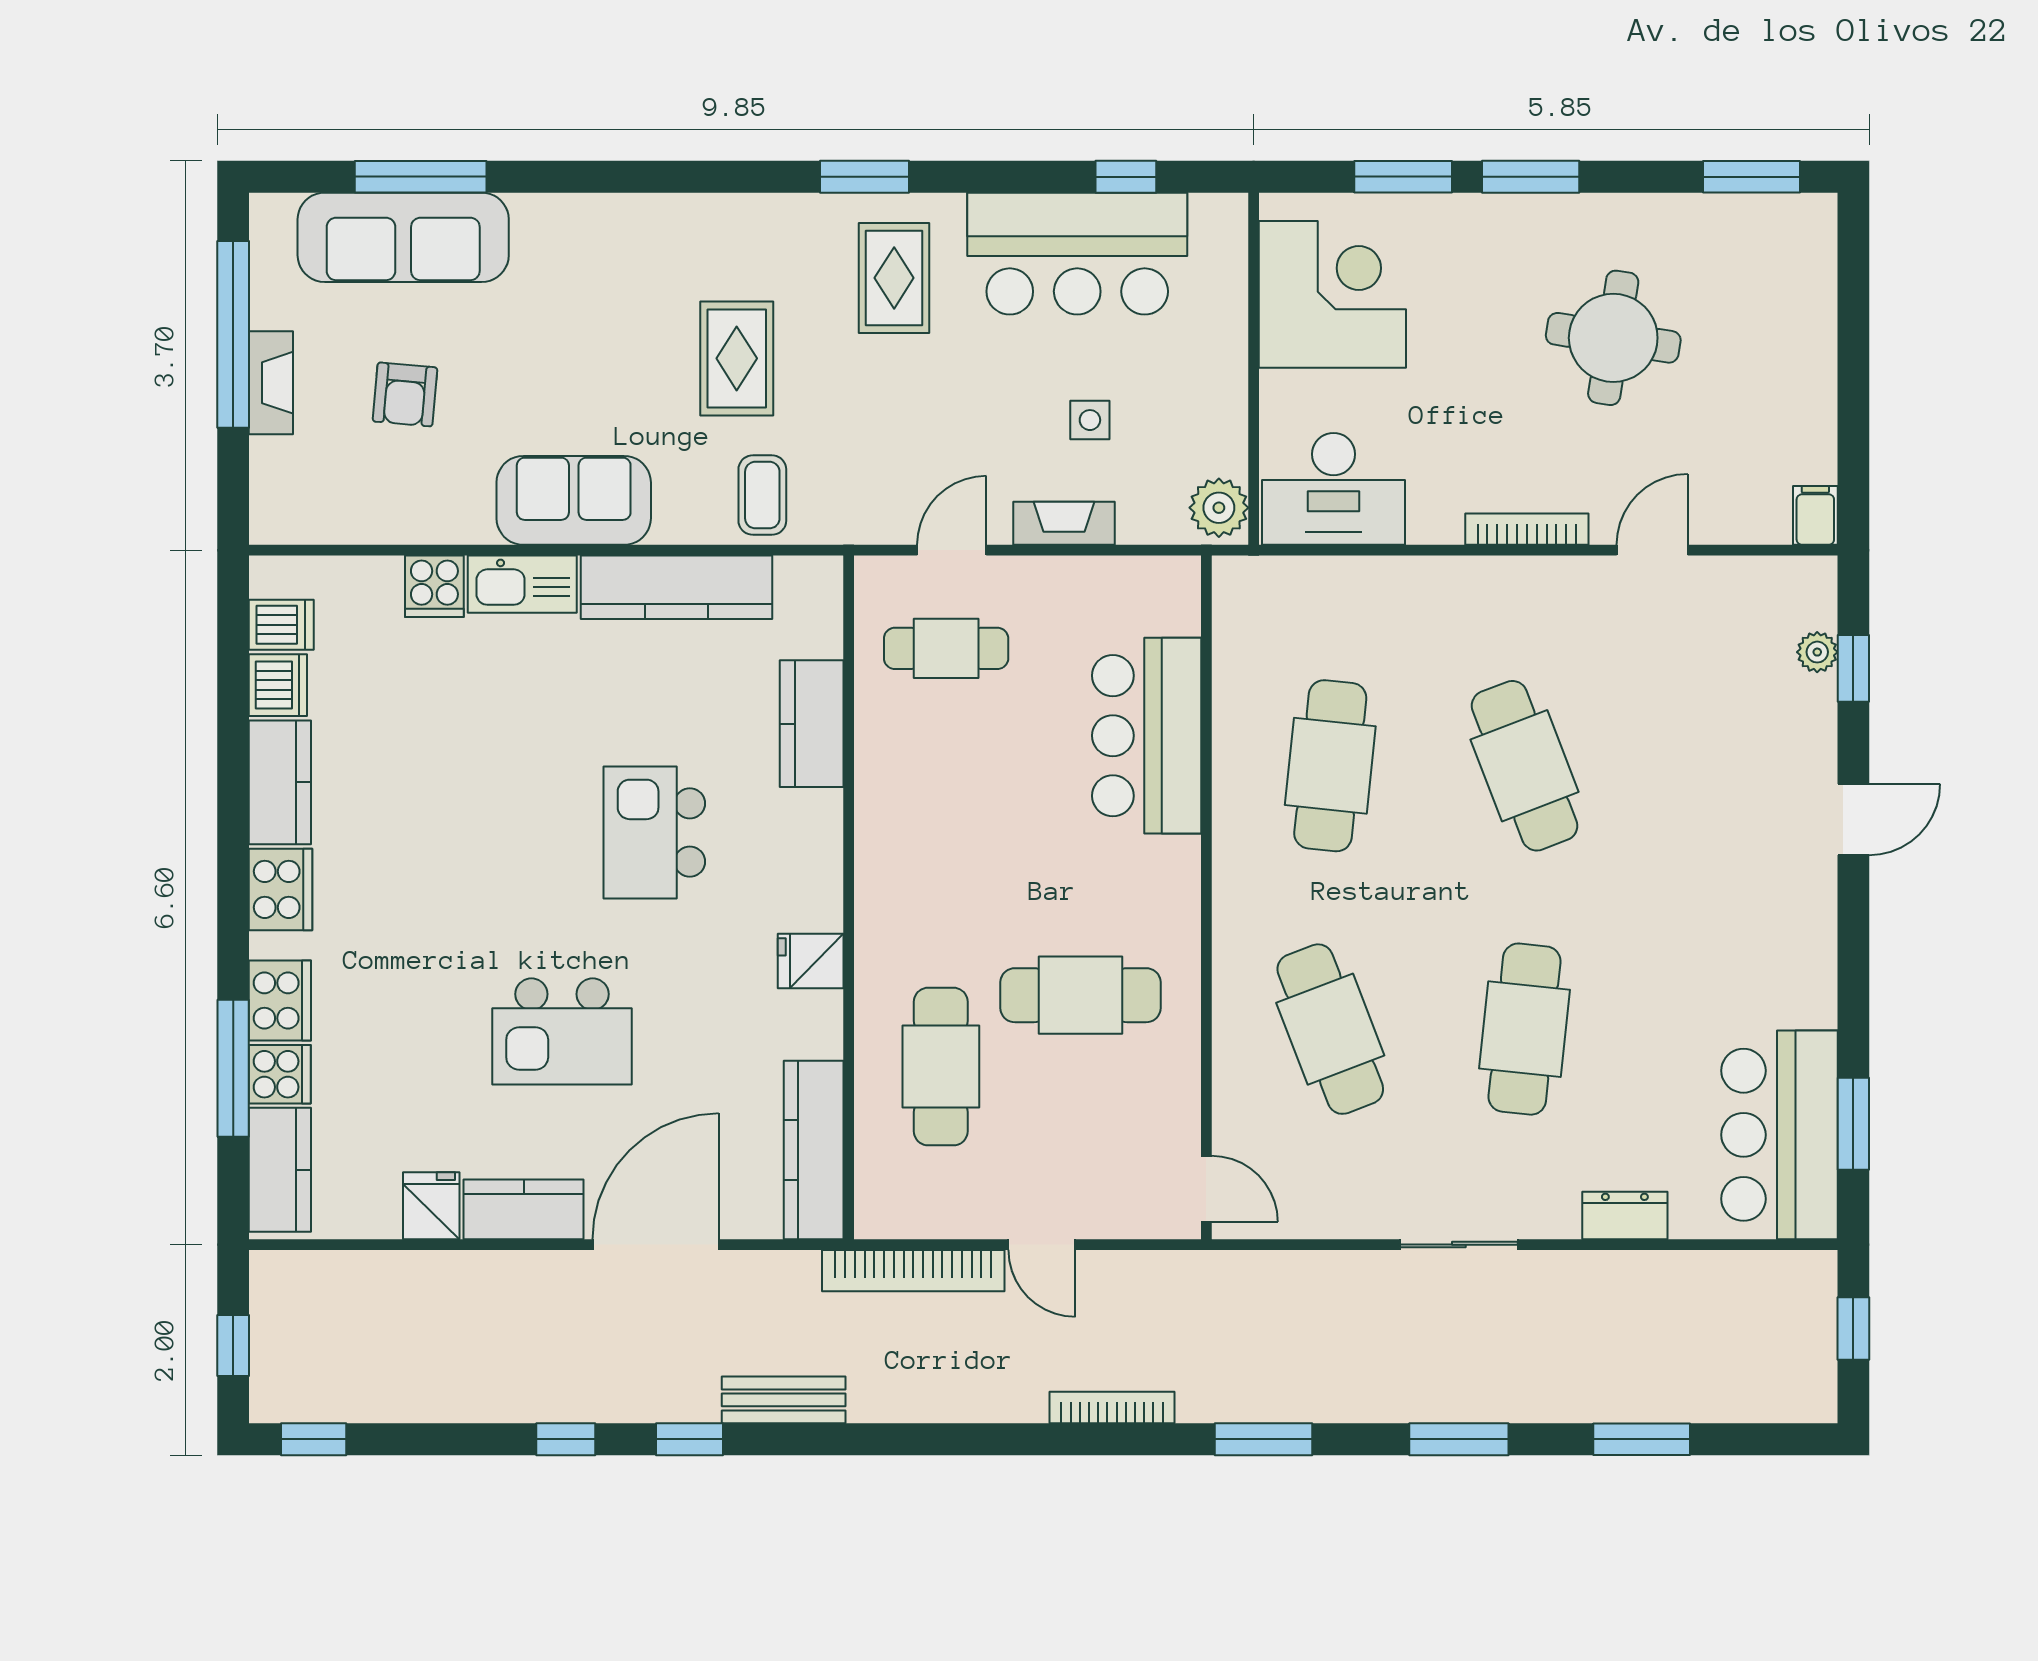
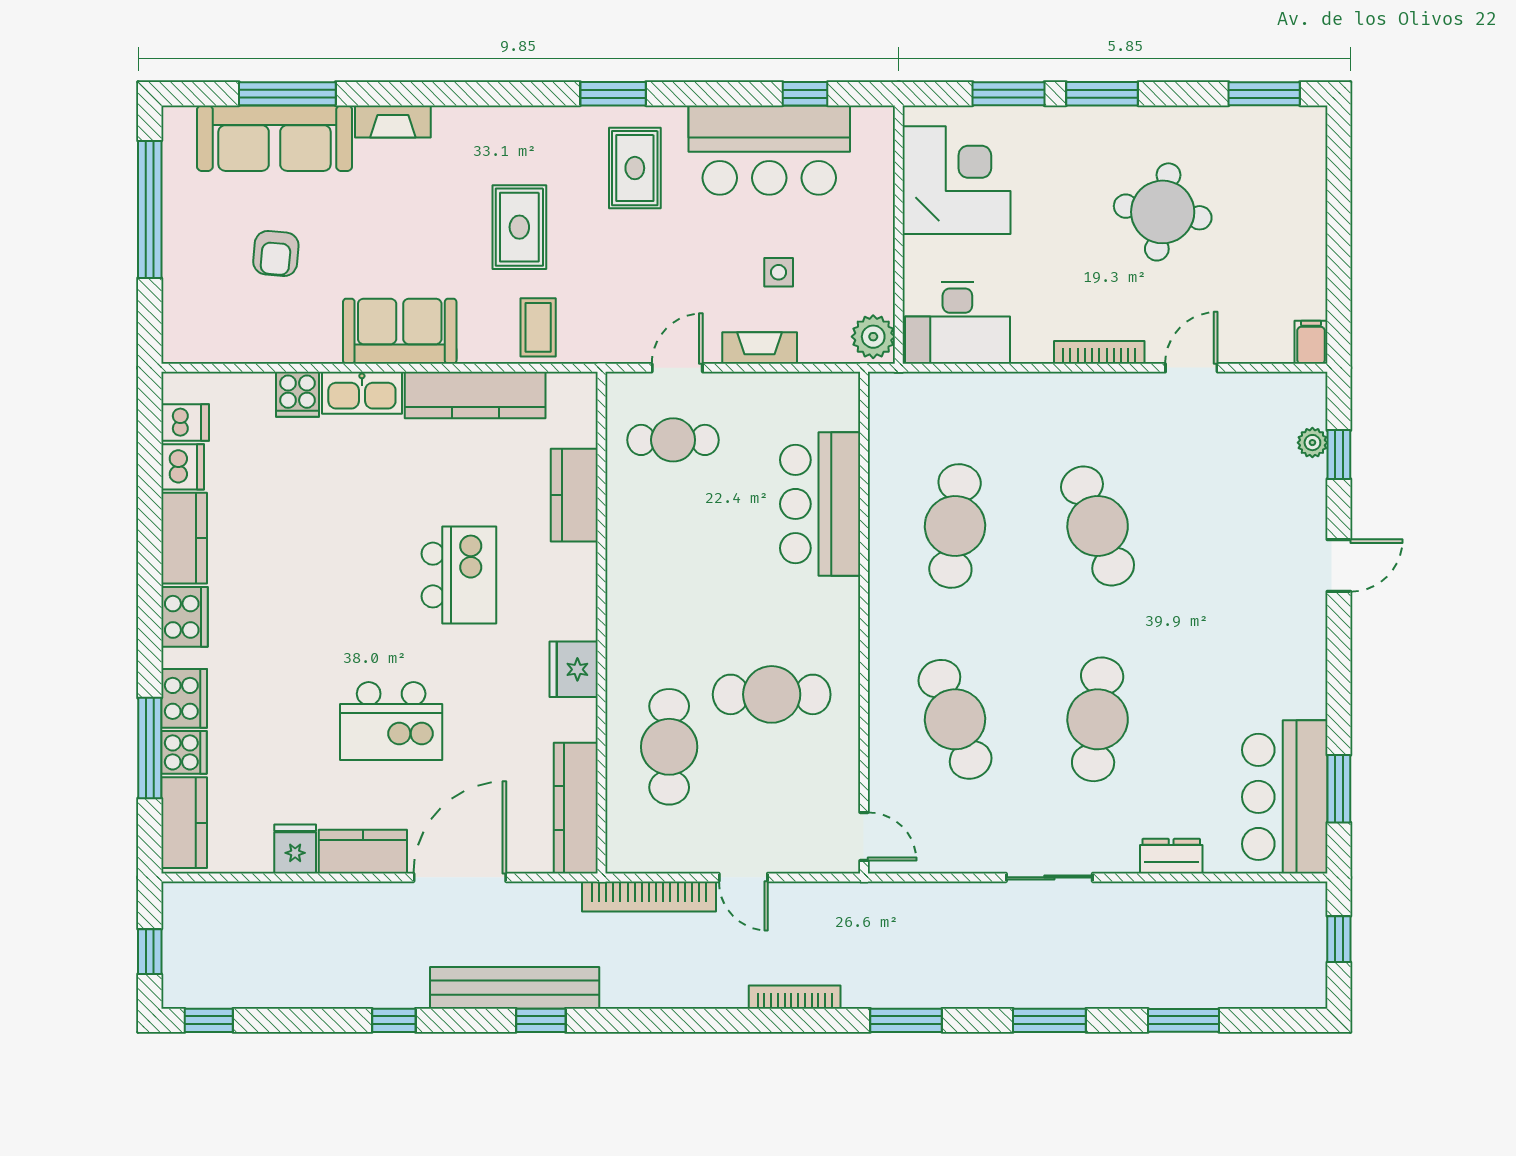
fireplace: (271, 383) -> (393, 121), moved, turned 90
kitchen island: (654, 833) -> (459, 575), turned 180
fridge: (811, 961) -> (574, 669), width x1.38
bench: (784, 1400) -> (515, 988), width x1.86, depth x1.21
window: (689, 1439) -> (541, 1020), moved

